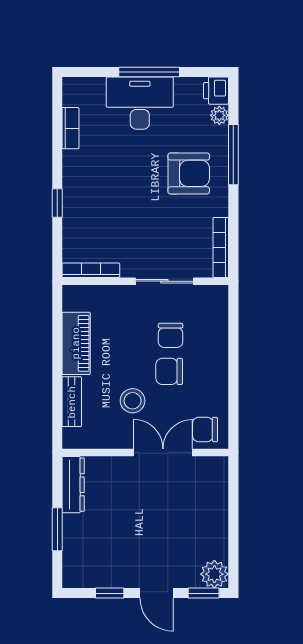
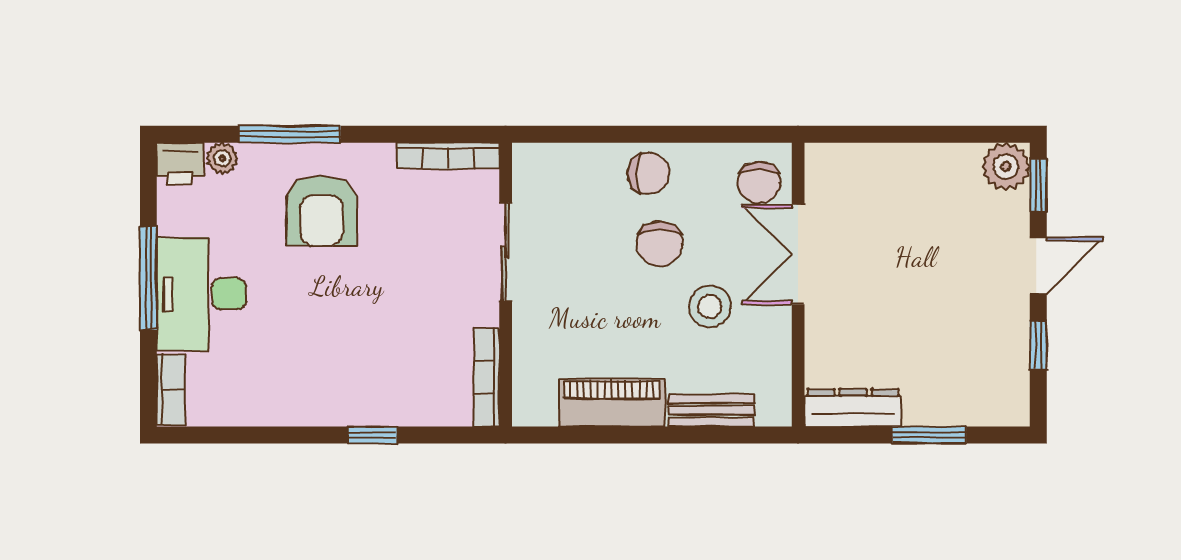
bookcase: (70, 128) -> (171, 390), moved, turned 90
armchair: (189, 173) -> (321, 210), turned 180
chair: (171, 335) -> (649, 173), moved

